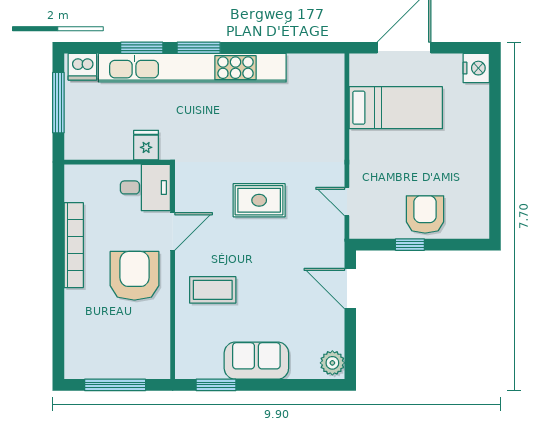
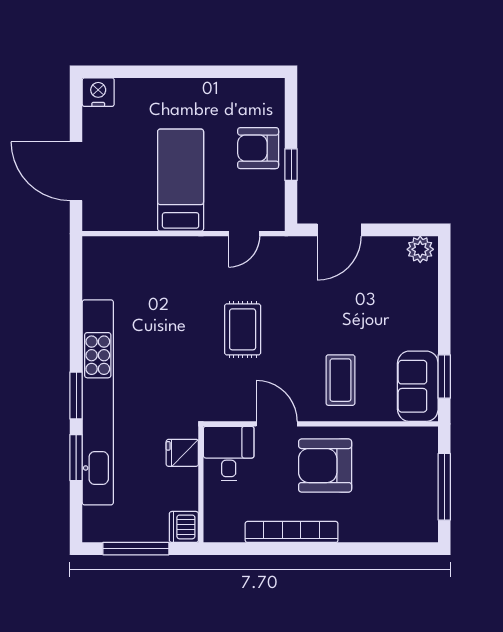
dishwasher: (82, 67) -> (184, 527), moved, turned 180
bed: (396, 108) -> (181, 180), moved
sofa: (256, 361) -> (418, 386), moved

